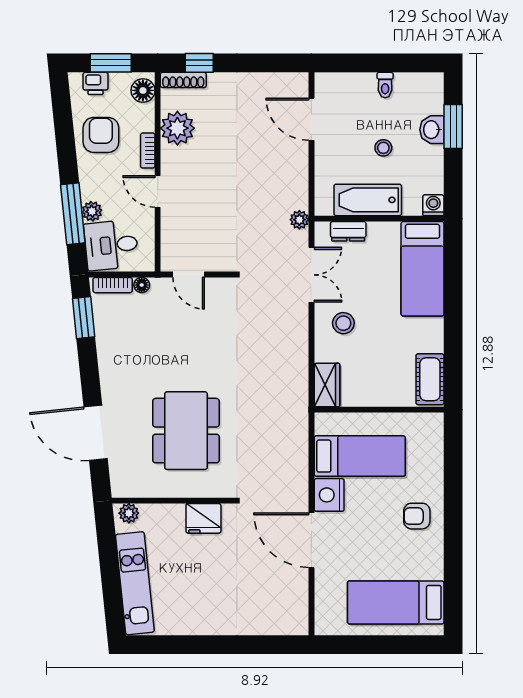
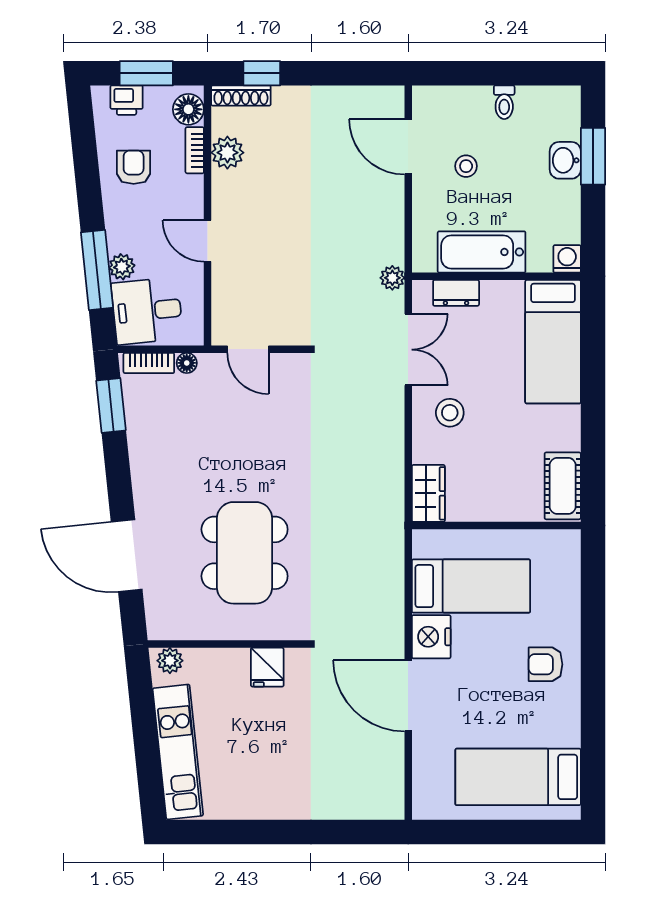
plant: (177, 128) -> (227, 153), width x0.73, depth x0.73
armchair: (101, 135) -> (134, 167), width x0.72, depth x0.72
stool: (383, 148) -> (466, 166), moved
bookcase: (148, 151) -> (195, 150), moved
fridge: (203, 518) -> (267, 667), width x0.72

